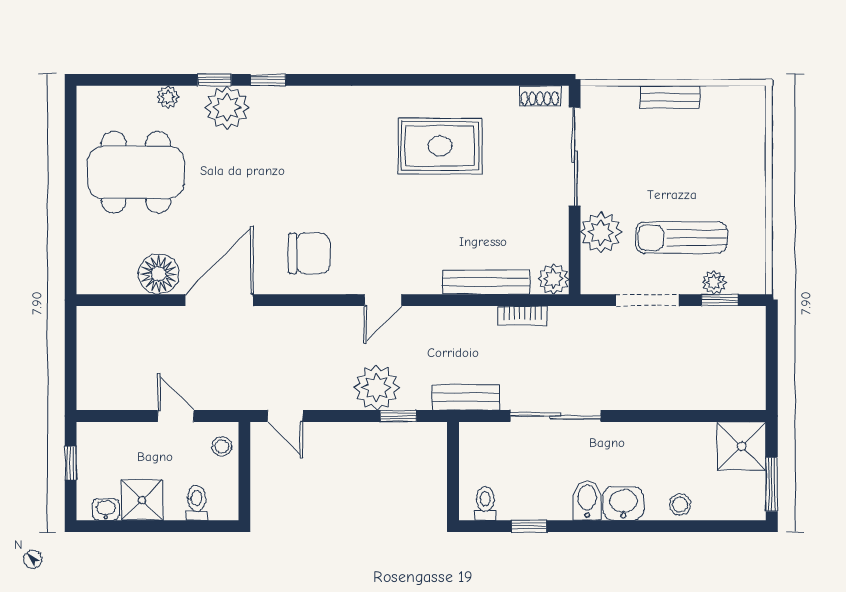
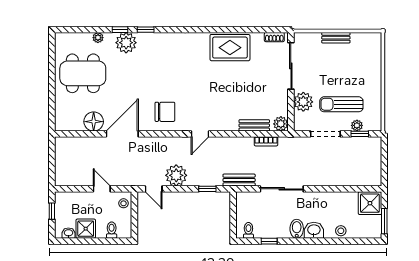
rug: (440, 146) -> (230, 48), moved
bench: (486, 282) -> (254, 125), width x0.73
plant: (377, 388) -> (176, 175), moved

